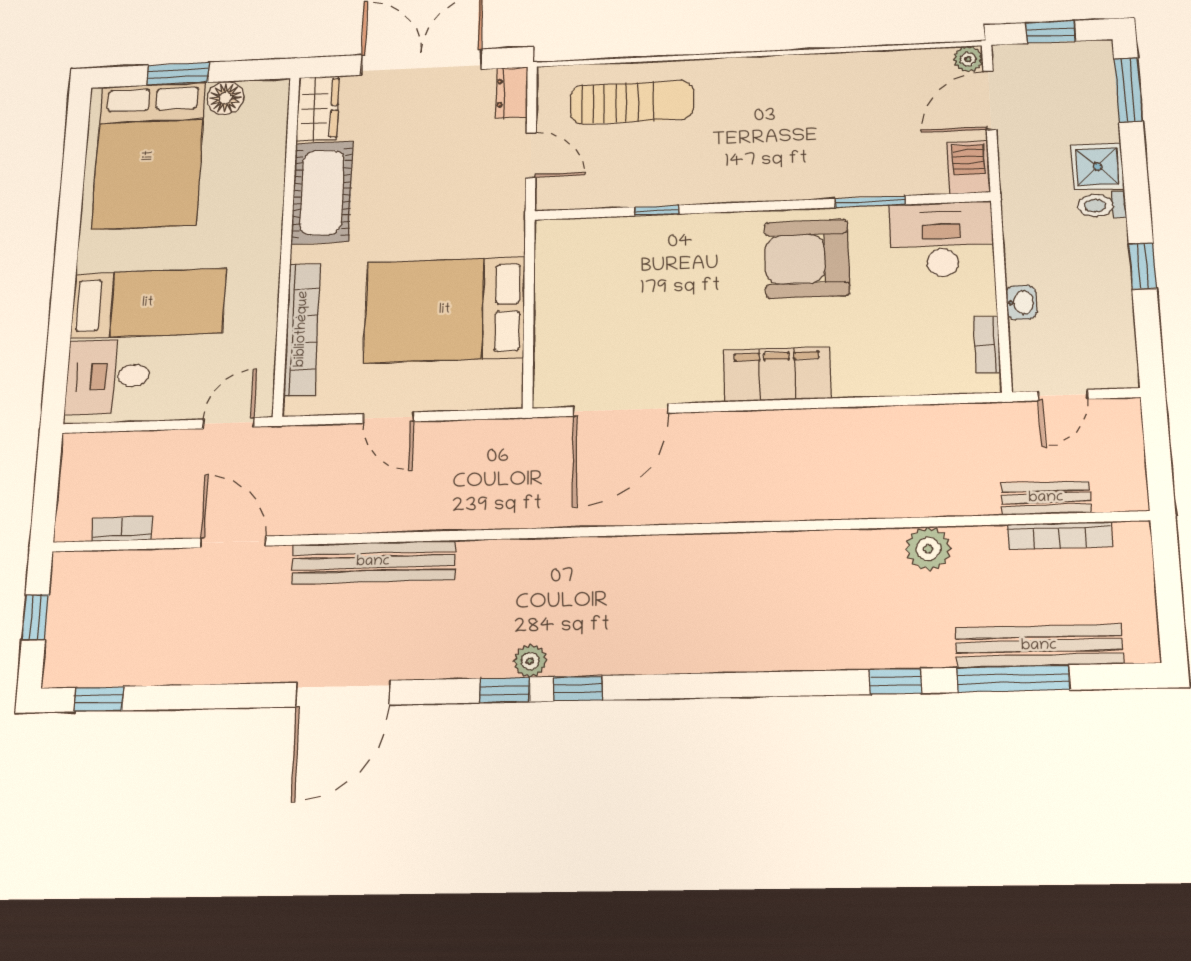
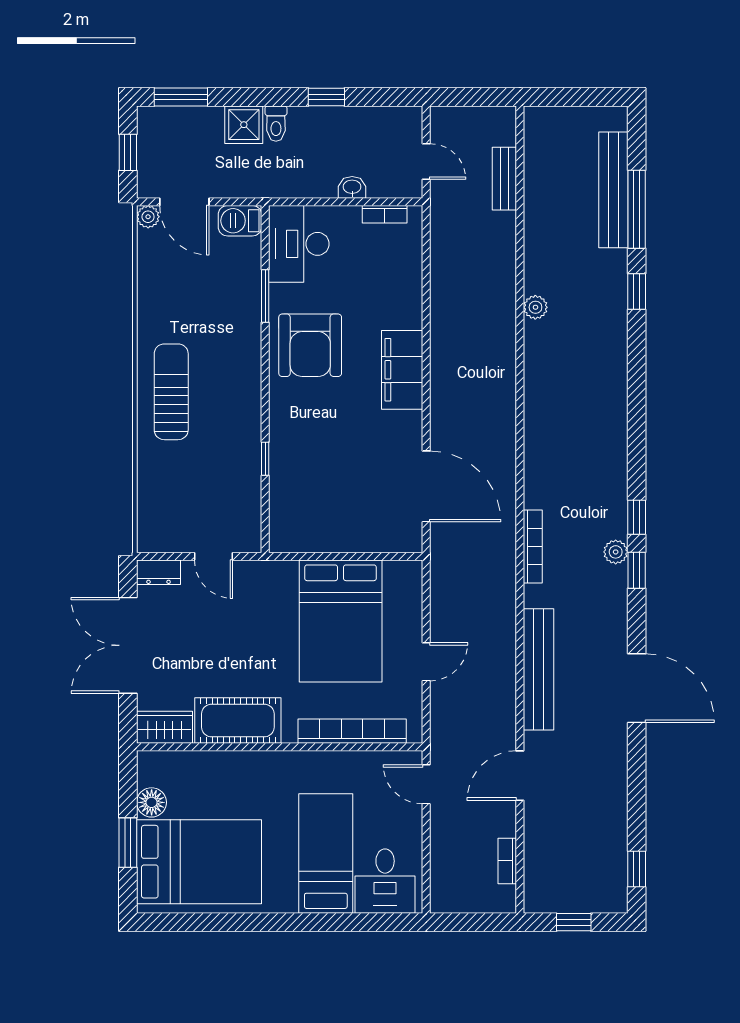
sun lounger: (632, 102) -> (171, 392), moved
door: (531, 155) -> (214, 556), swing flipped
bookcase: (1060, 536) -> (533, 546), moved
plant: (928, 549) -> (535, 307), moved, width x0.73, depth x0.73

